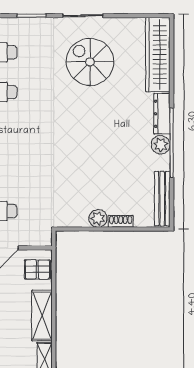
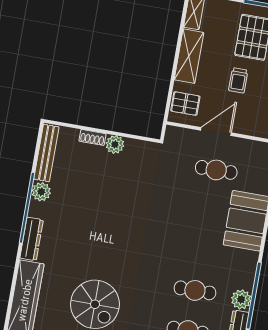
plant: (161, 145) -> (41, 192), moved

